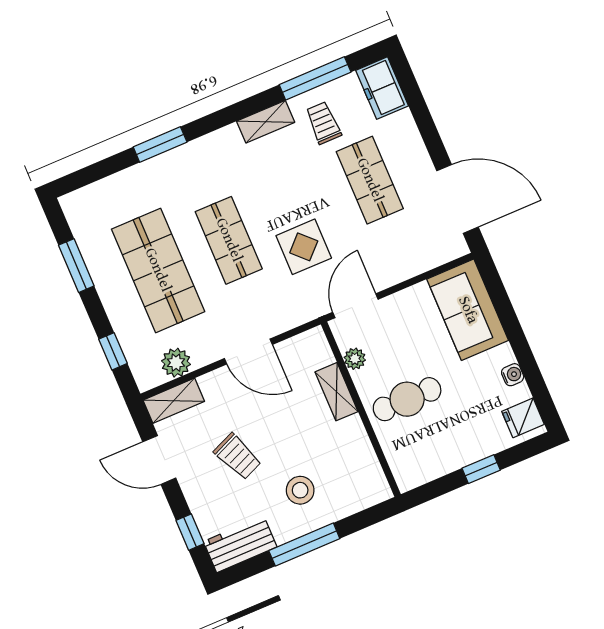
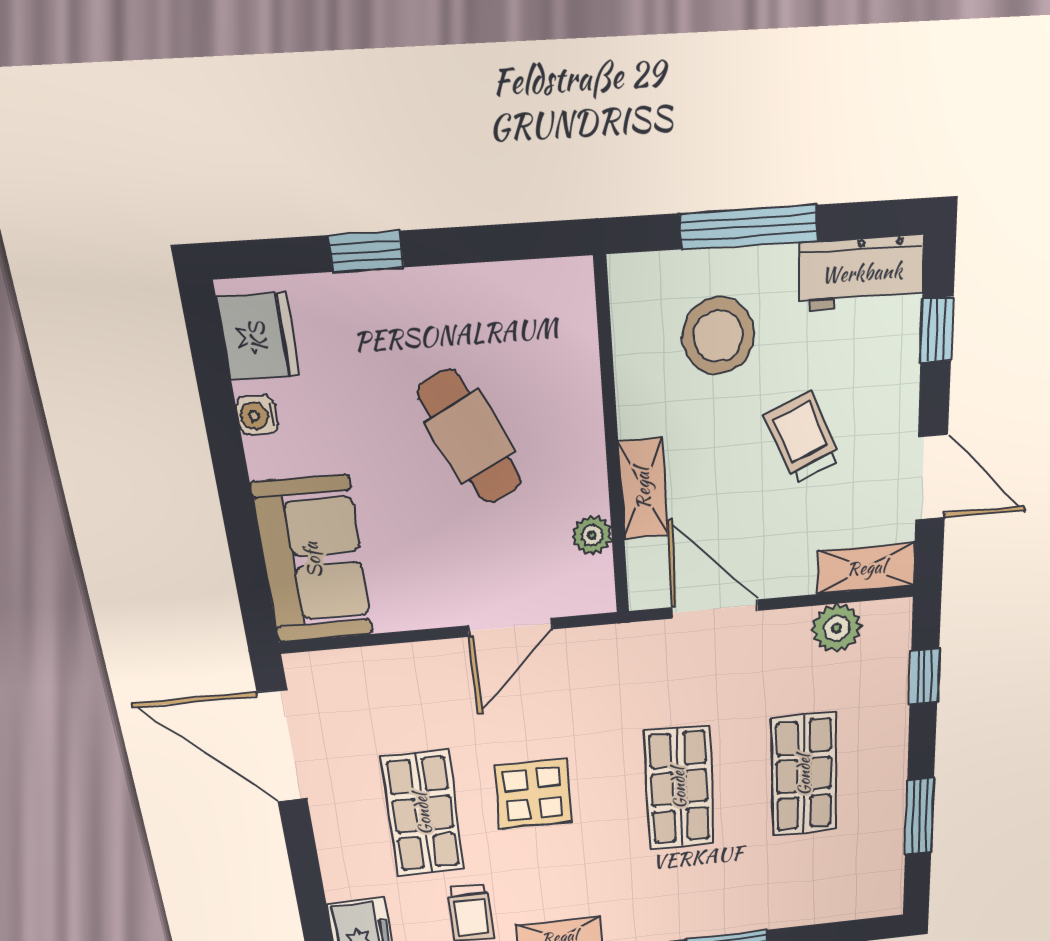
display table: (304, 247) -> (533, 794), moved
shop shelf: (158, 270) -> (804, 775), width x0.70, depth x0.74
plant: (355, 359) -> (592, 535), moved
shelving: (337, 392) -> (643, 489), moved
cafe table: (407, 399) -> (470, 437), turned 64
wall: (361, 409) -> (612, 443), moved
fridge: (523, 418) -> (258, 336), width x1.38
stool: (300, 490) -> (718, 336), width x1.38, depth x1.38

